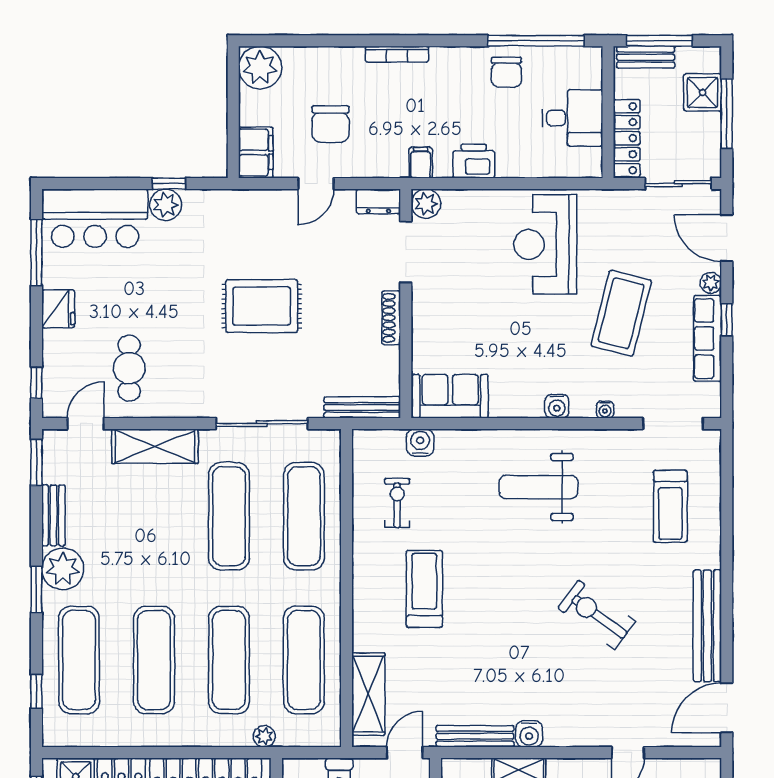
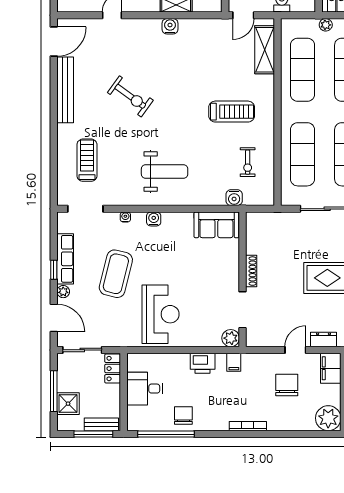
locker: (627, 138) -> (113, 369), width x0.66
dresser: (378, 201) -> (323, 340), moved
bench: (362, 407) -> (268, 218), removed
treadmill: (424, 589) -> (232, 112), turned -90
bench: (475, 736) -> (202, 25), removed

